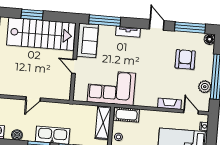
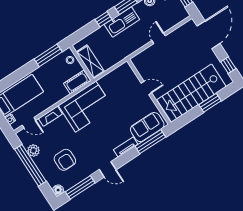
sofa: (87, 41) -> (147, 127), moved, turned 90
corner sofa: (111, 88) -> (86, 107), moved

